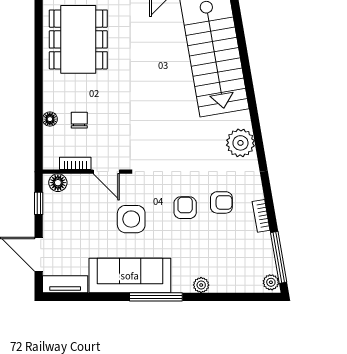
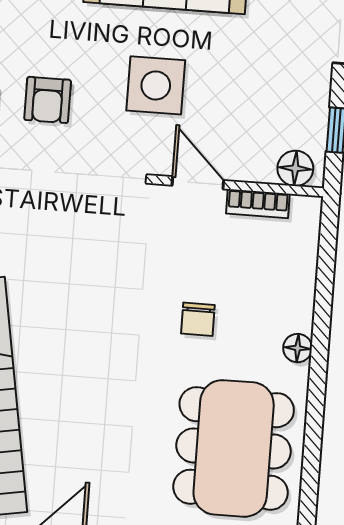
floor lamp: (50, 119) -> (298, 348), moved
chair: (79, 120) -> (198, 319), moved

